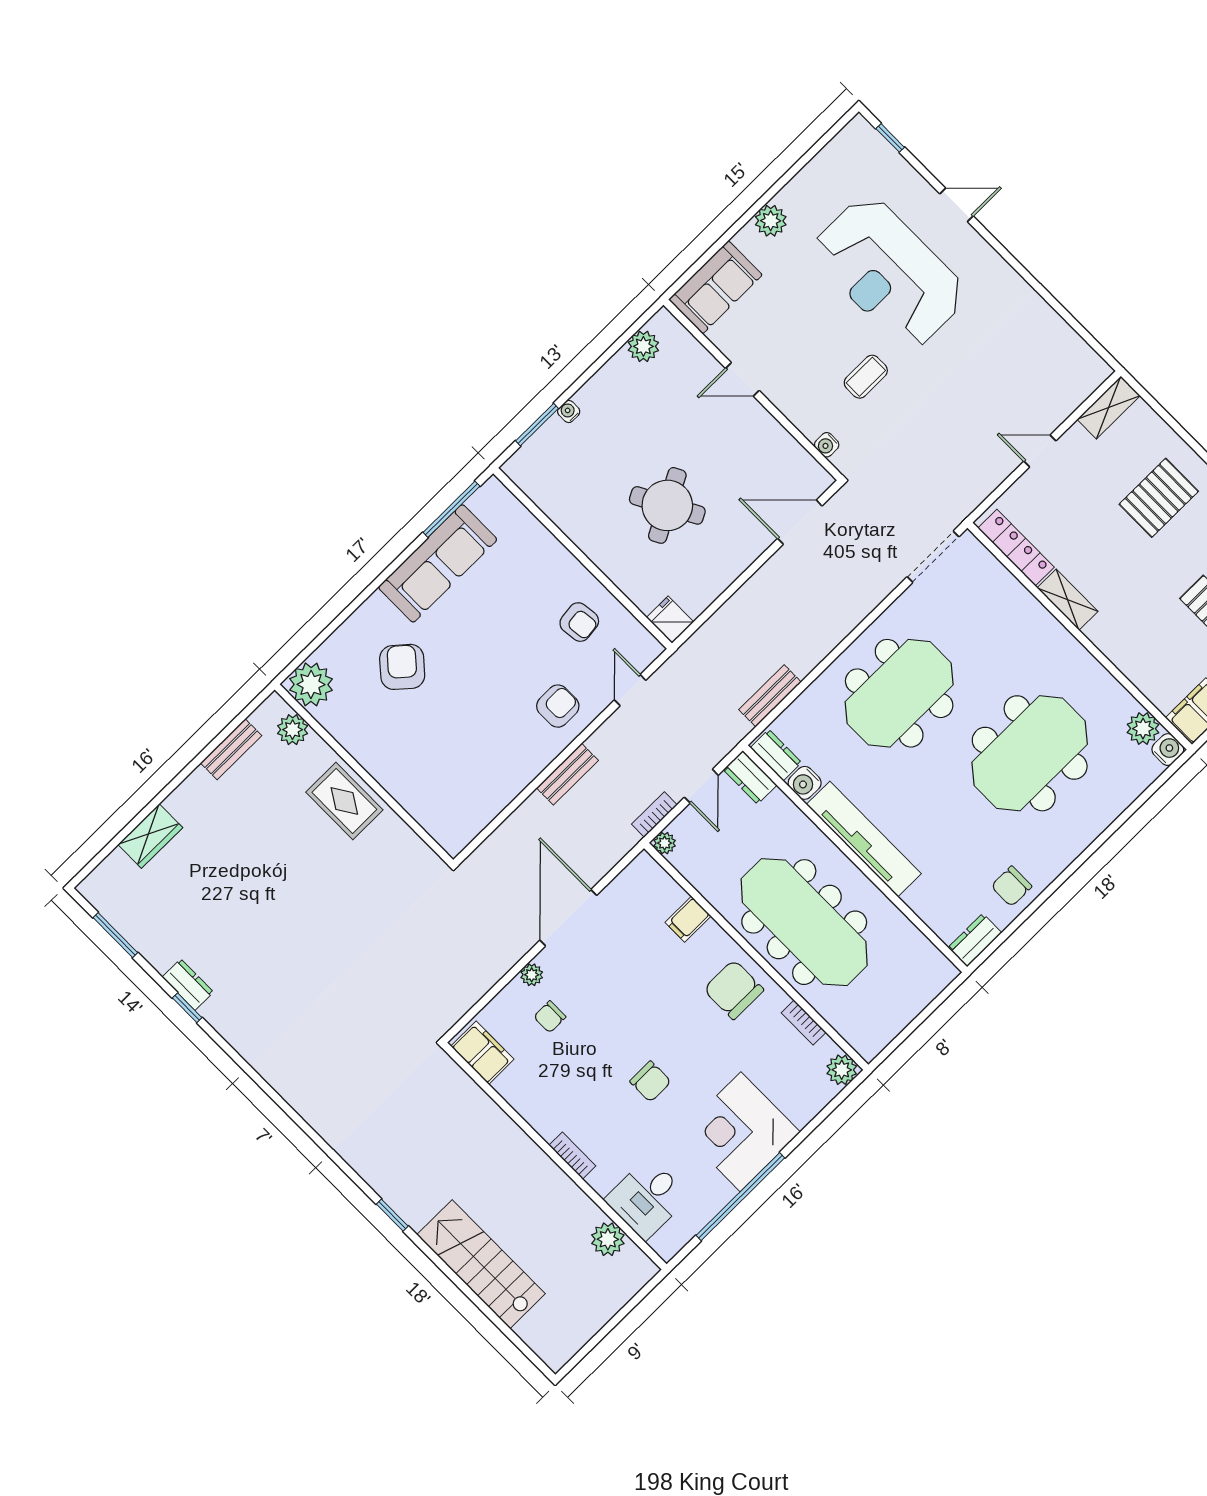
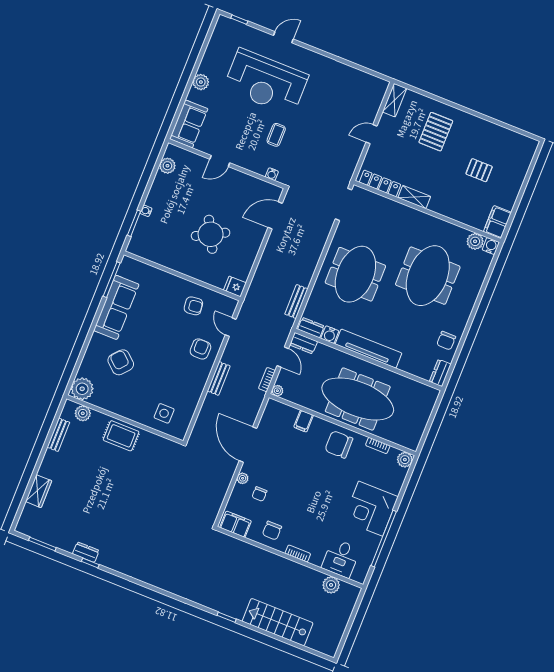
side table: (440, 794) -> (164, 413), added
chair: (650, 1081) -> (272, 531), moved, turned 90

